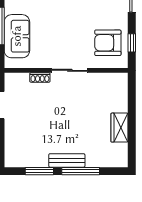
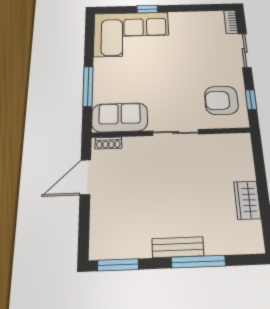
sofa: (17, 36) -> (120, 117), moved, turned -90
shoe rack: (40, 78) -> (108, 143), moved
window: (39, 171) -> (118, 265), moved

